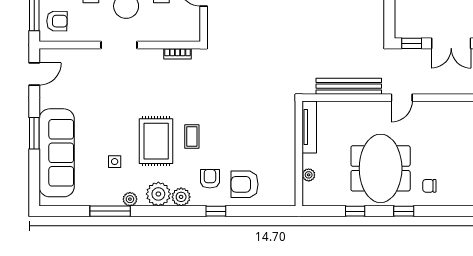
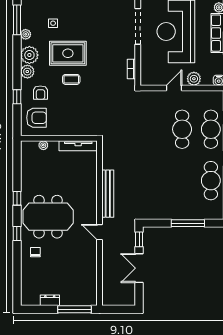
doorway: (119, 45) -> (138, 26), width x1.36
tv unit: (309, 127) -> (78, 146), moved
wall: (299, 154) -> (59, 138), moved
plant: (309, 175) -> (43, 145), moved
armchair: (210, 179) -> (40, 93), turned 90
armchair: (245, 184) -> (36, 118), turned 90

